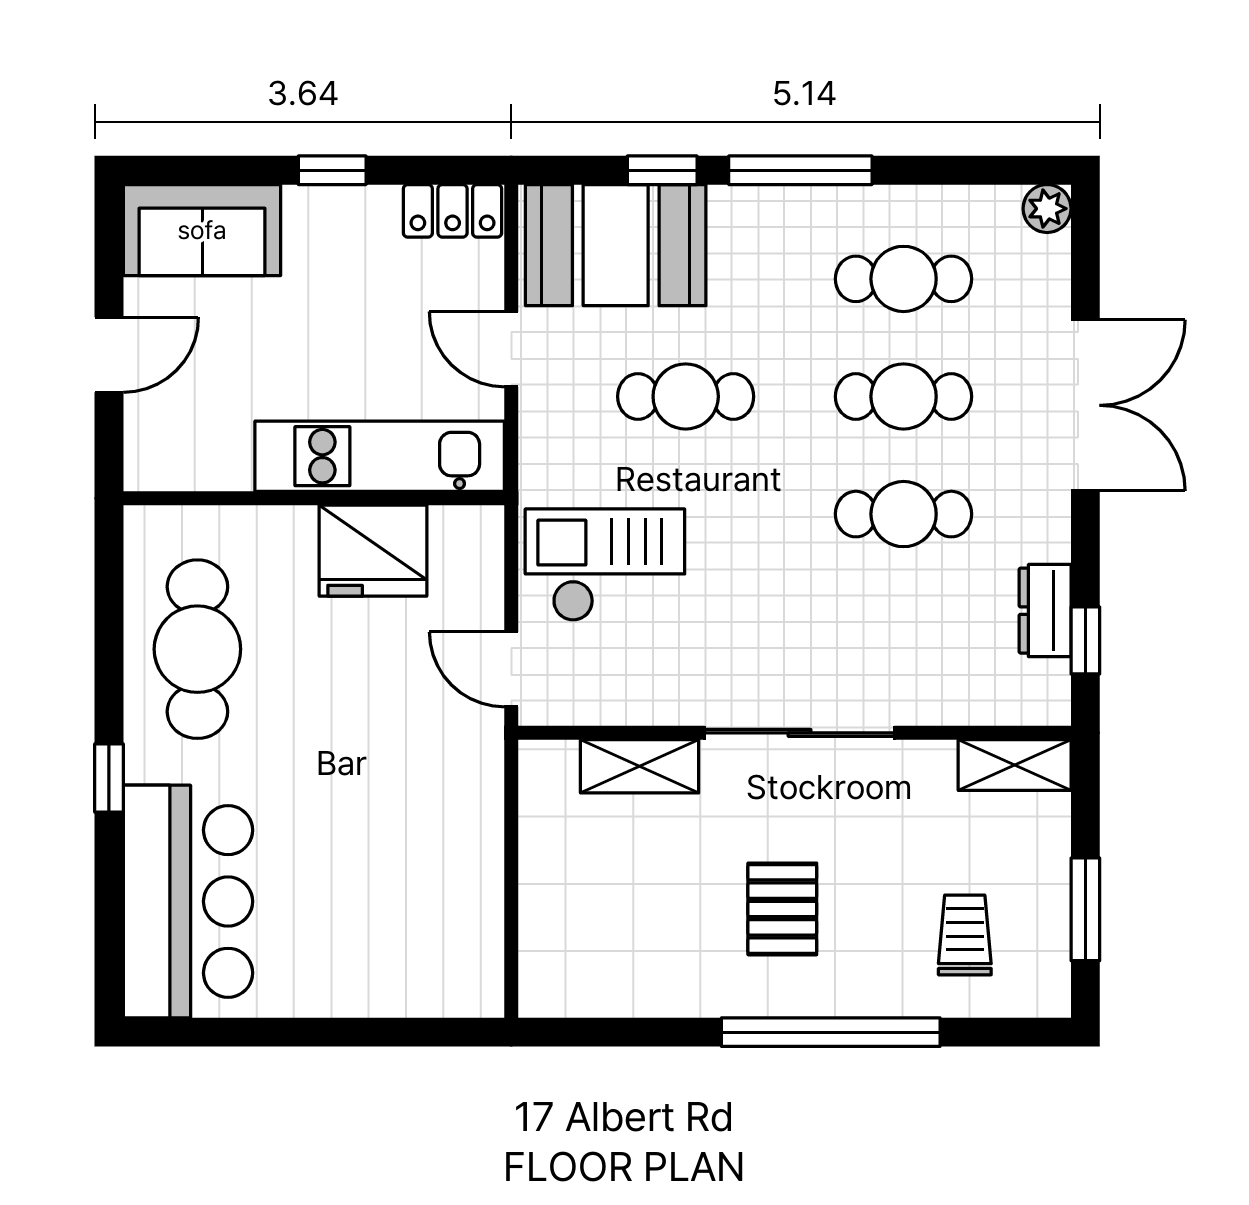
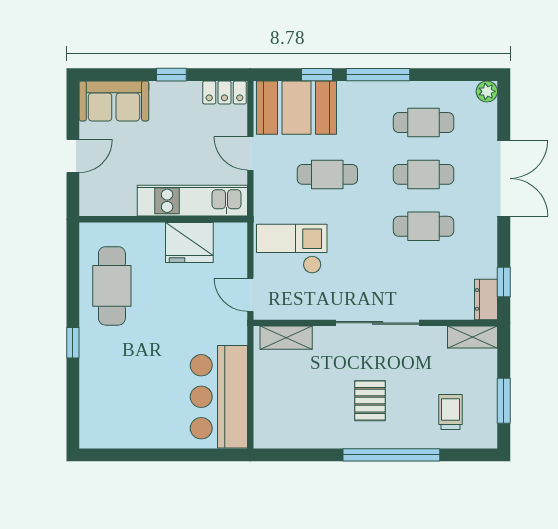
dresser: (1045, 611) -> (486, 299), moved
shelving: (640, 766) -> (286, 338), moved
bar counter: (188, 901) -> (219, 397), moved, turned 180

